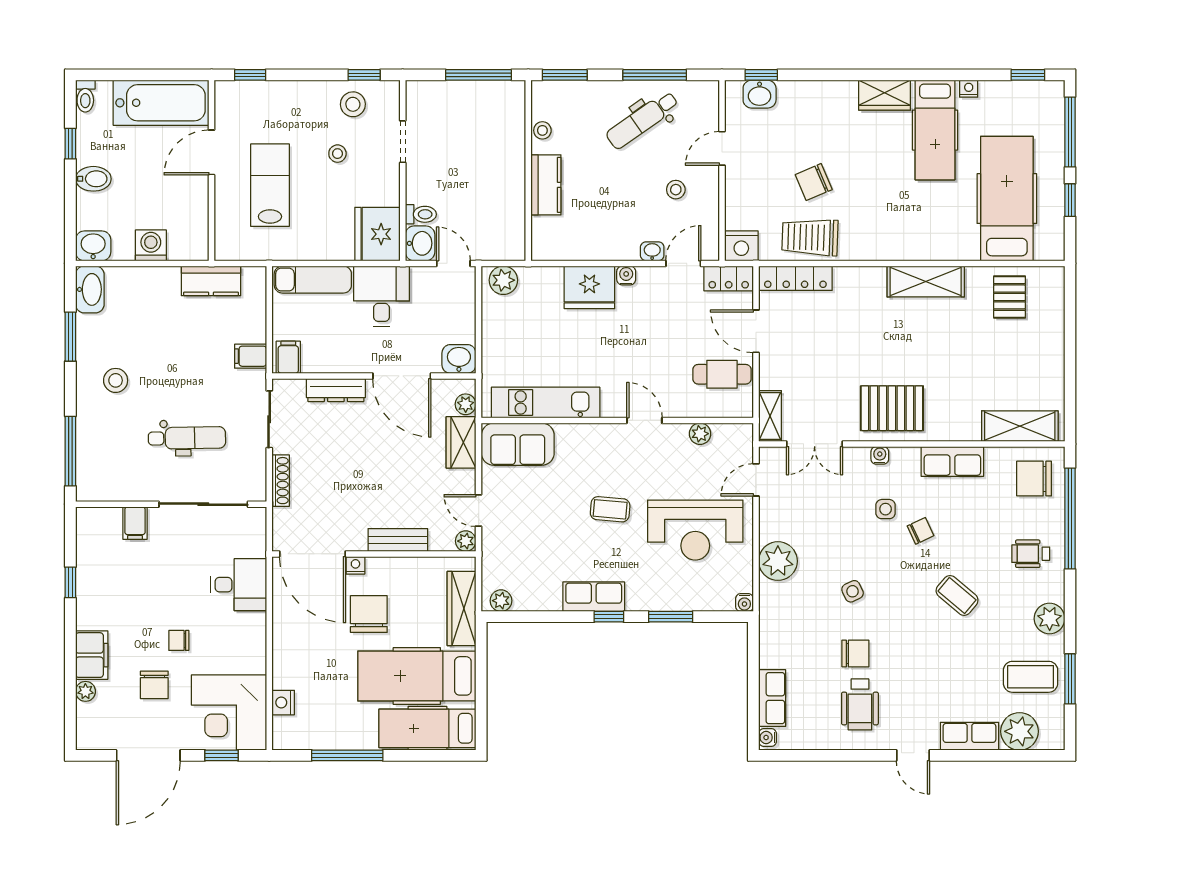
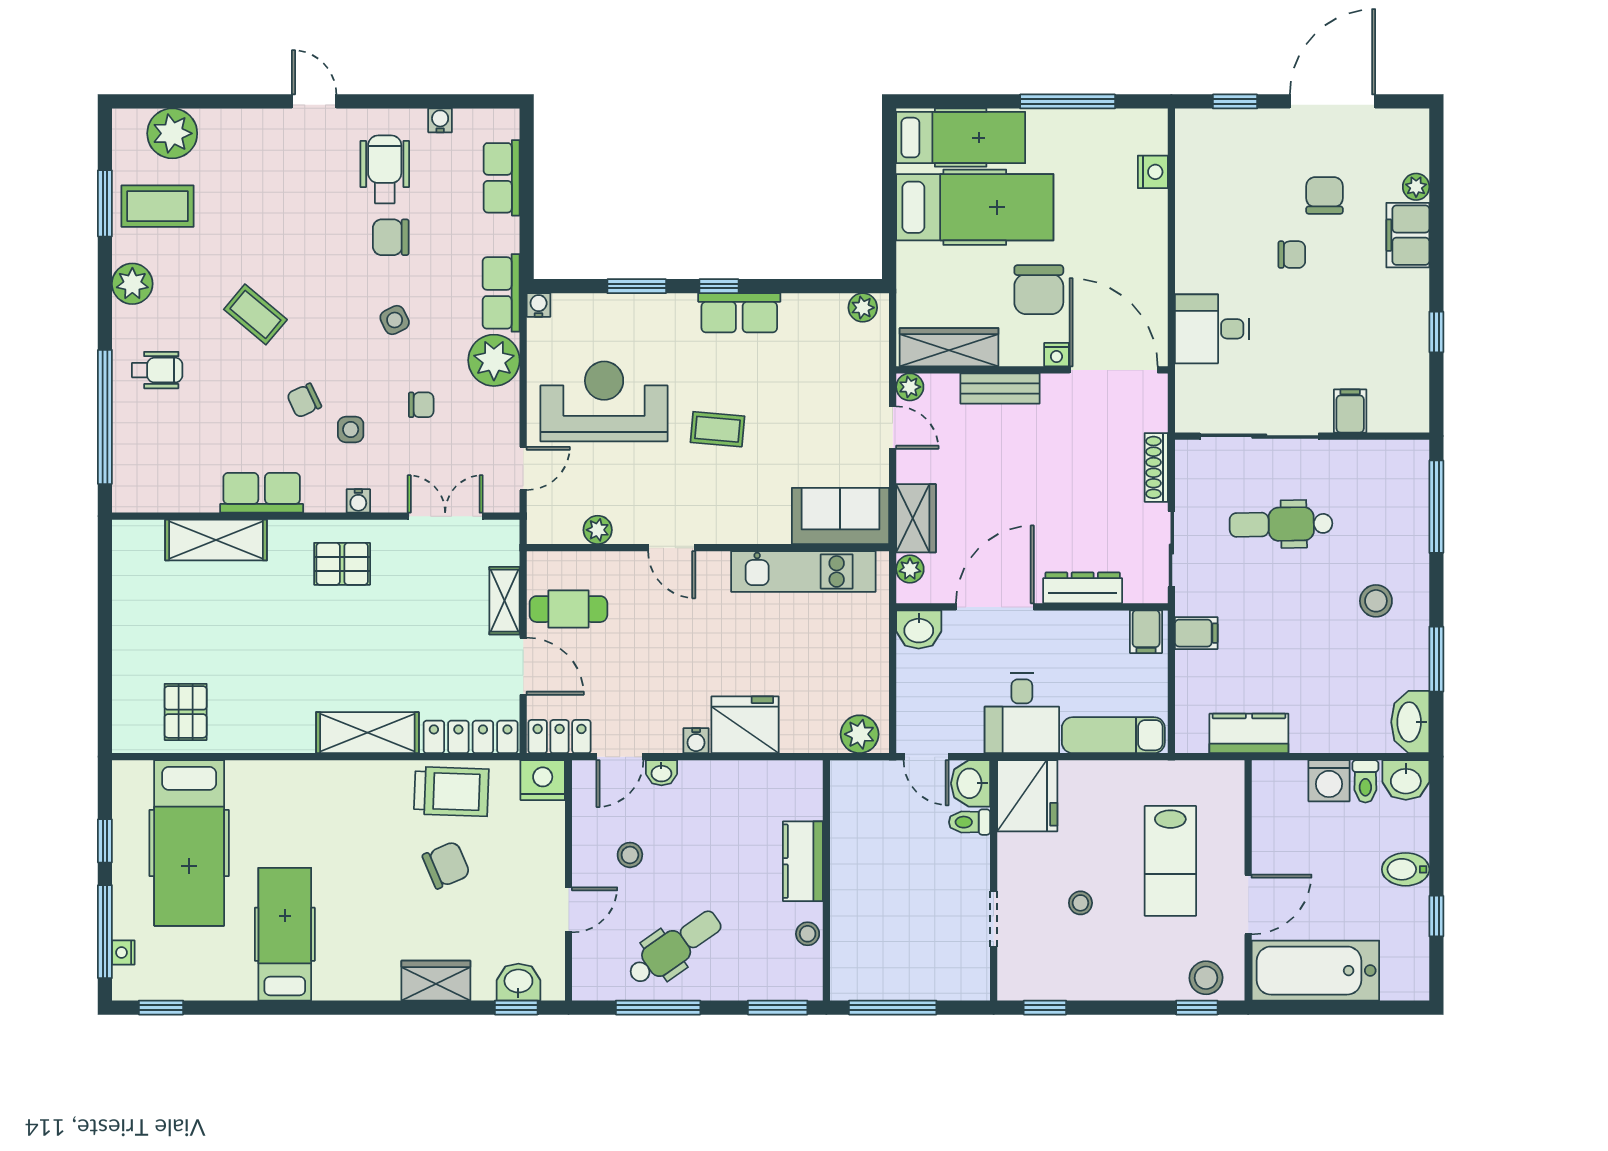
nightstand: (969, 89) -> (123, 952), moved, turned 90
wardrobe: (885, 95) -> (436, 981), moved
toilet: (85, 96) -> (1365, 781), moved, turned 180
stool: (353, 104) -> (1206, 978), moved
shelving: (926, 281) -> (367, 733), moved
door: (402, 376) -> (995, 607), hinge flipped
pallet: (892, 408) -> (342, 564), width x0.67, depth x0.71
shelving: (770, 416) -> (505, 601), moved
shelving: (1020, 426) -> (216, 540), moved
chair: (1034, 479) -> (421, 405), moved, width x0.54, depth x0.54
wardrobe: (462, 608) -> (949, 347), moved, turned -90
corner desk: (229, 713) -> (1225, 158), removed
row of seats: (969, 736) -> (501, 293), moved, turned 90
water cooler: (768, 738) -> (440, 120), moved, turned -90

